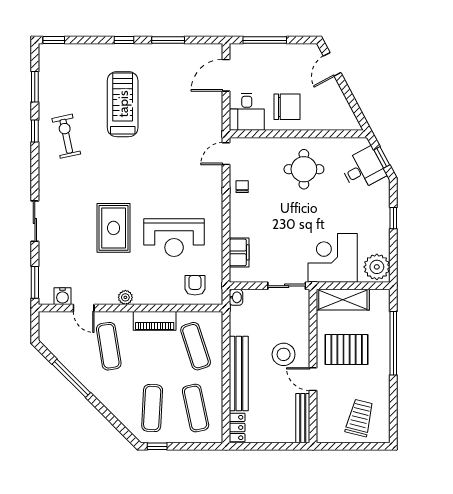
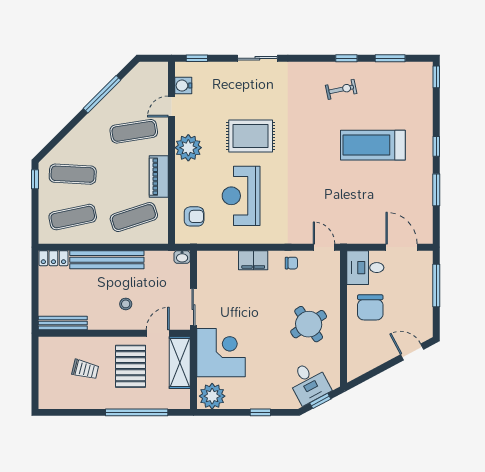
treadmill: (123, 104) -> (373, 145), turned 180
exercise bike: (66, 136) -> (341, 89), width x0.73, depth x0.72
round table: (304, 169) -> (309, 324), turned -34
filing cabinet: (239, 252) -> (253, 260), moved
window: (35, 282) -> (197, 58), width x0.67
plant: (125, 297) -> (188, 148), width x1.88, depth x1.88
stool: (284, 354) -> (126, 304), width x0.53, depth x0.53
door: (313, 379) -> (158, 333), moved
trolley: (360, 418) -> (85, 369), moved, width x0.73, depth x0.72

